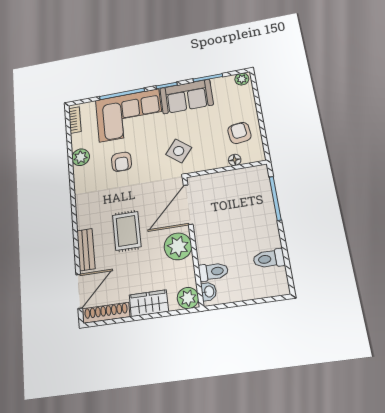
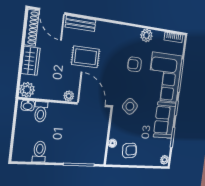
plant: (178, 246) -> (69, 96), width x0.53, depth x0.53

